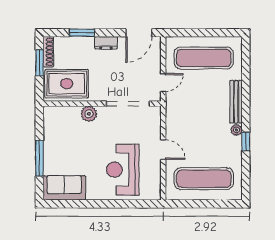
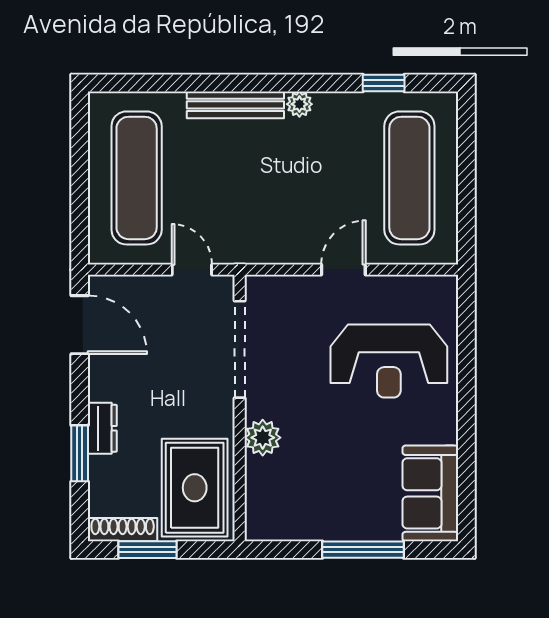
dresser: (106, 43) -> (102, 428), moved
window: (246, 142) -> (384, 83), moved

